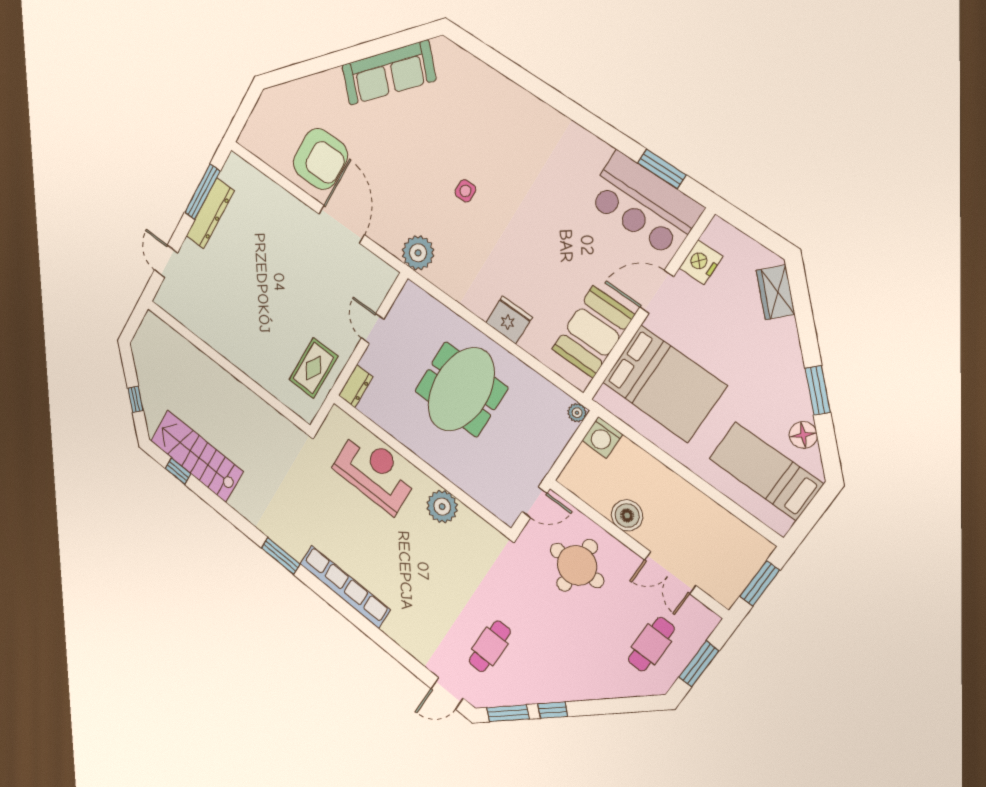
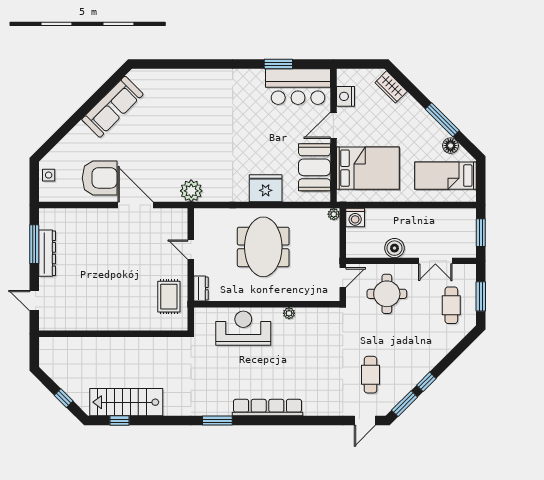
window: (662, 169) -> (278, 64), moved
side table: (465, 191) -> (49, 175), moved
fridge: (509, 320) -> (266, 188), width x1.36, depth x1.34
window: (818, 390) -> (442, 120), width x1.44
plant: (442, 507) -> (289, 313), width x0.53, depth x0.53

